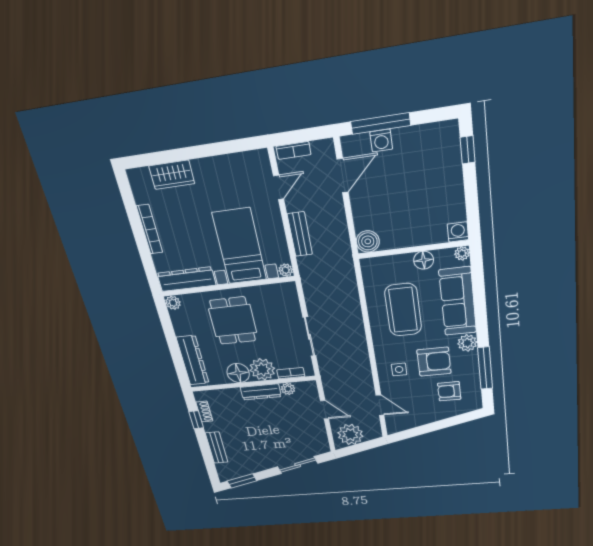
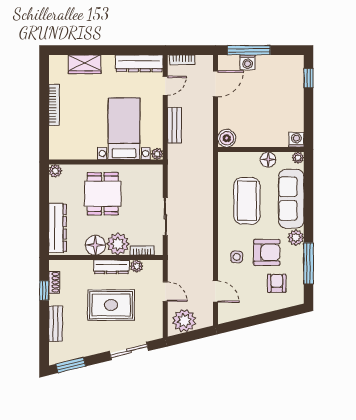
dresser: (187, 279) -> (139, 63), moved, turned 180
armchair: (449, 391) -> (277, 283), turned 90
rug: (269, 427) -> (111, 305), added

